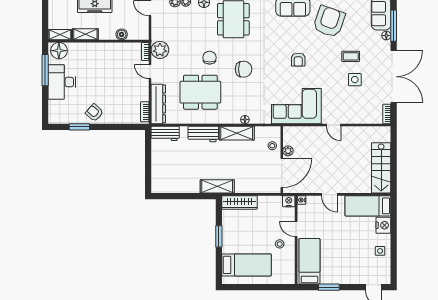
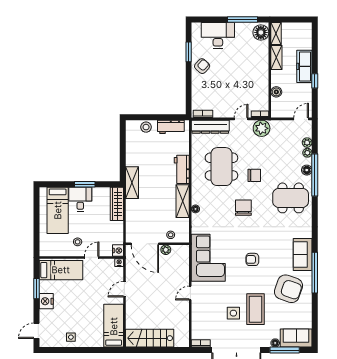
coffee table: (351, 56) -> (256, 309), width x1.86, depth x1.72
chair: (244, 69) -> (243, 208), turned 180
desk: (62, 82) -> (218, 35), moved
workbench: (165, 133) -> (171, 127), moved, turned -90
stool: (159, 172) -> (146, 127), added
nightstand: (383, 225) -> (46, 301), moved, turned 90
desk: (235, 241) -> (80, 199), added

